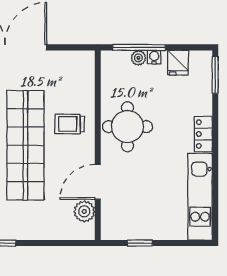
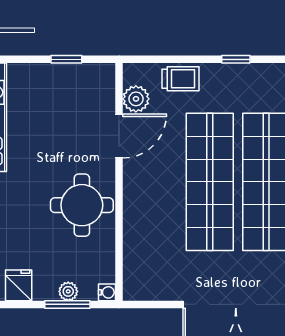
window: (139, 47) -> (67, 304), width x0.69
water cooler: (154, 57) -> (107, 292), moved, turned -90
trolley: (70, 124) -> (181, 79), moved

